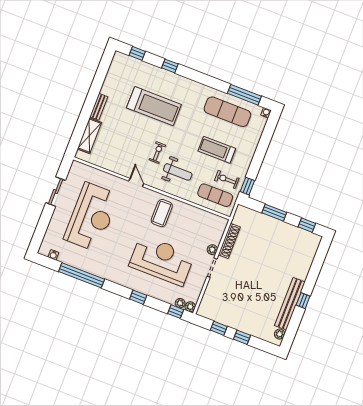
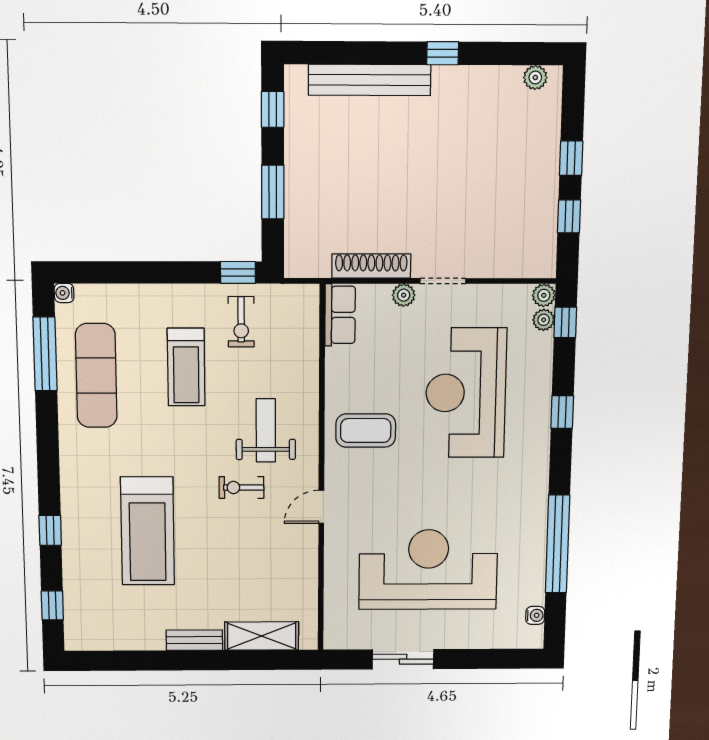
treadmill: (154, 106) -> (147, 531), turned 180
exercise mat: (215, 195) -> (284, 334), removed
row of seats: (214, 221) -> (340, 315), added
bench: (290, 304) -> (370, 80), moved

